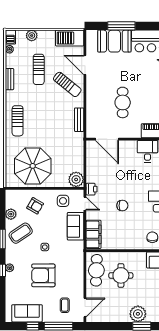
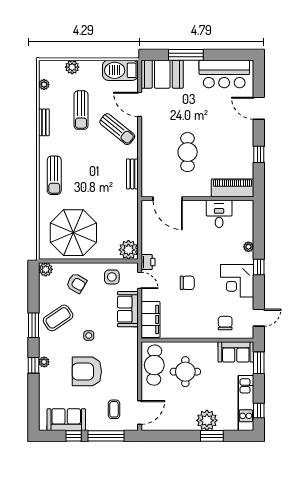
barbecue: (10, 37) -> (45, 69), removed
booth: (114, 41) -> (162, 74), moved
plant: (11, 214) -> (46, 269), moved

